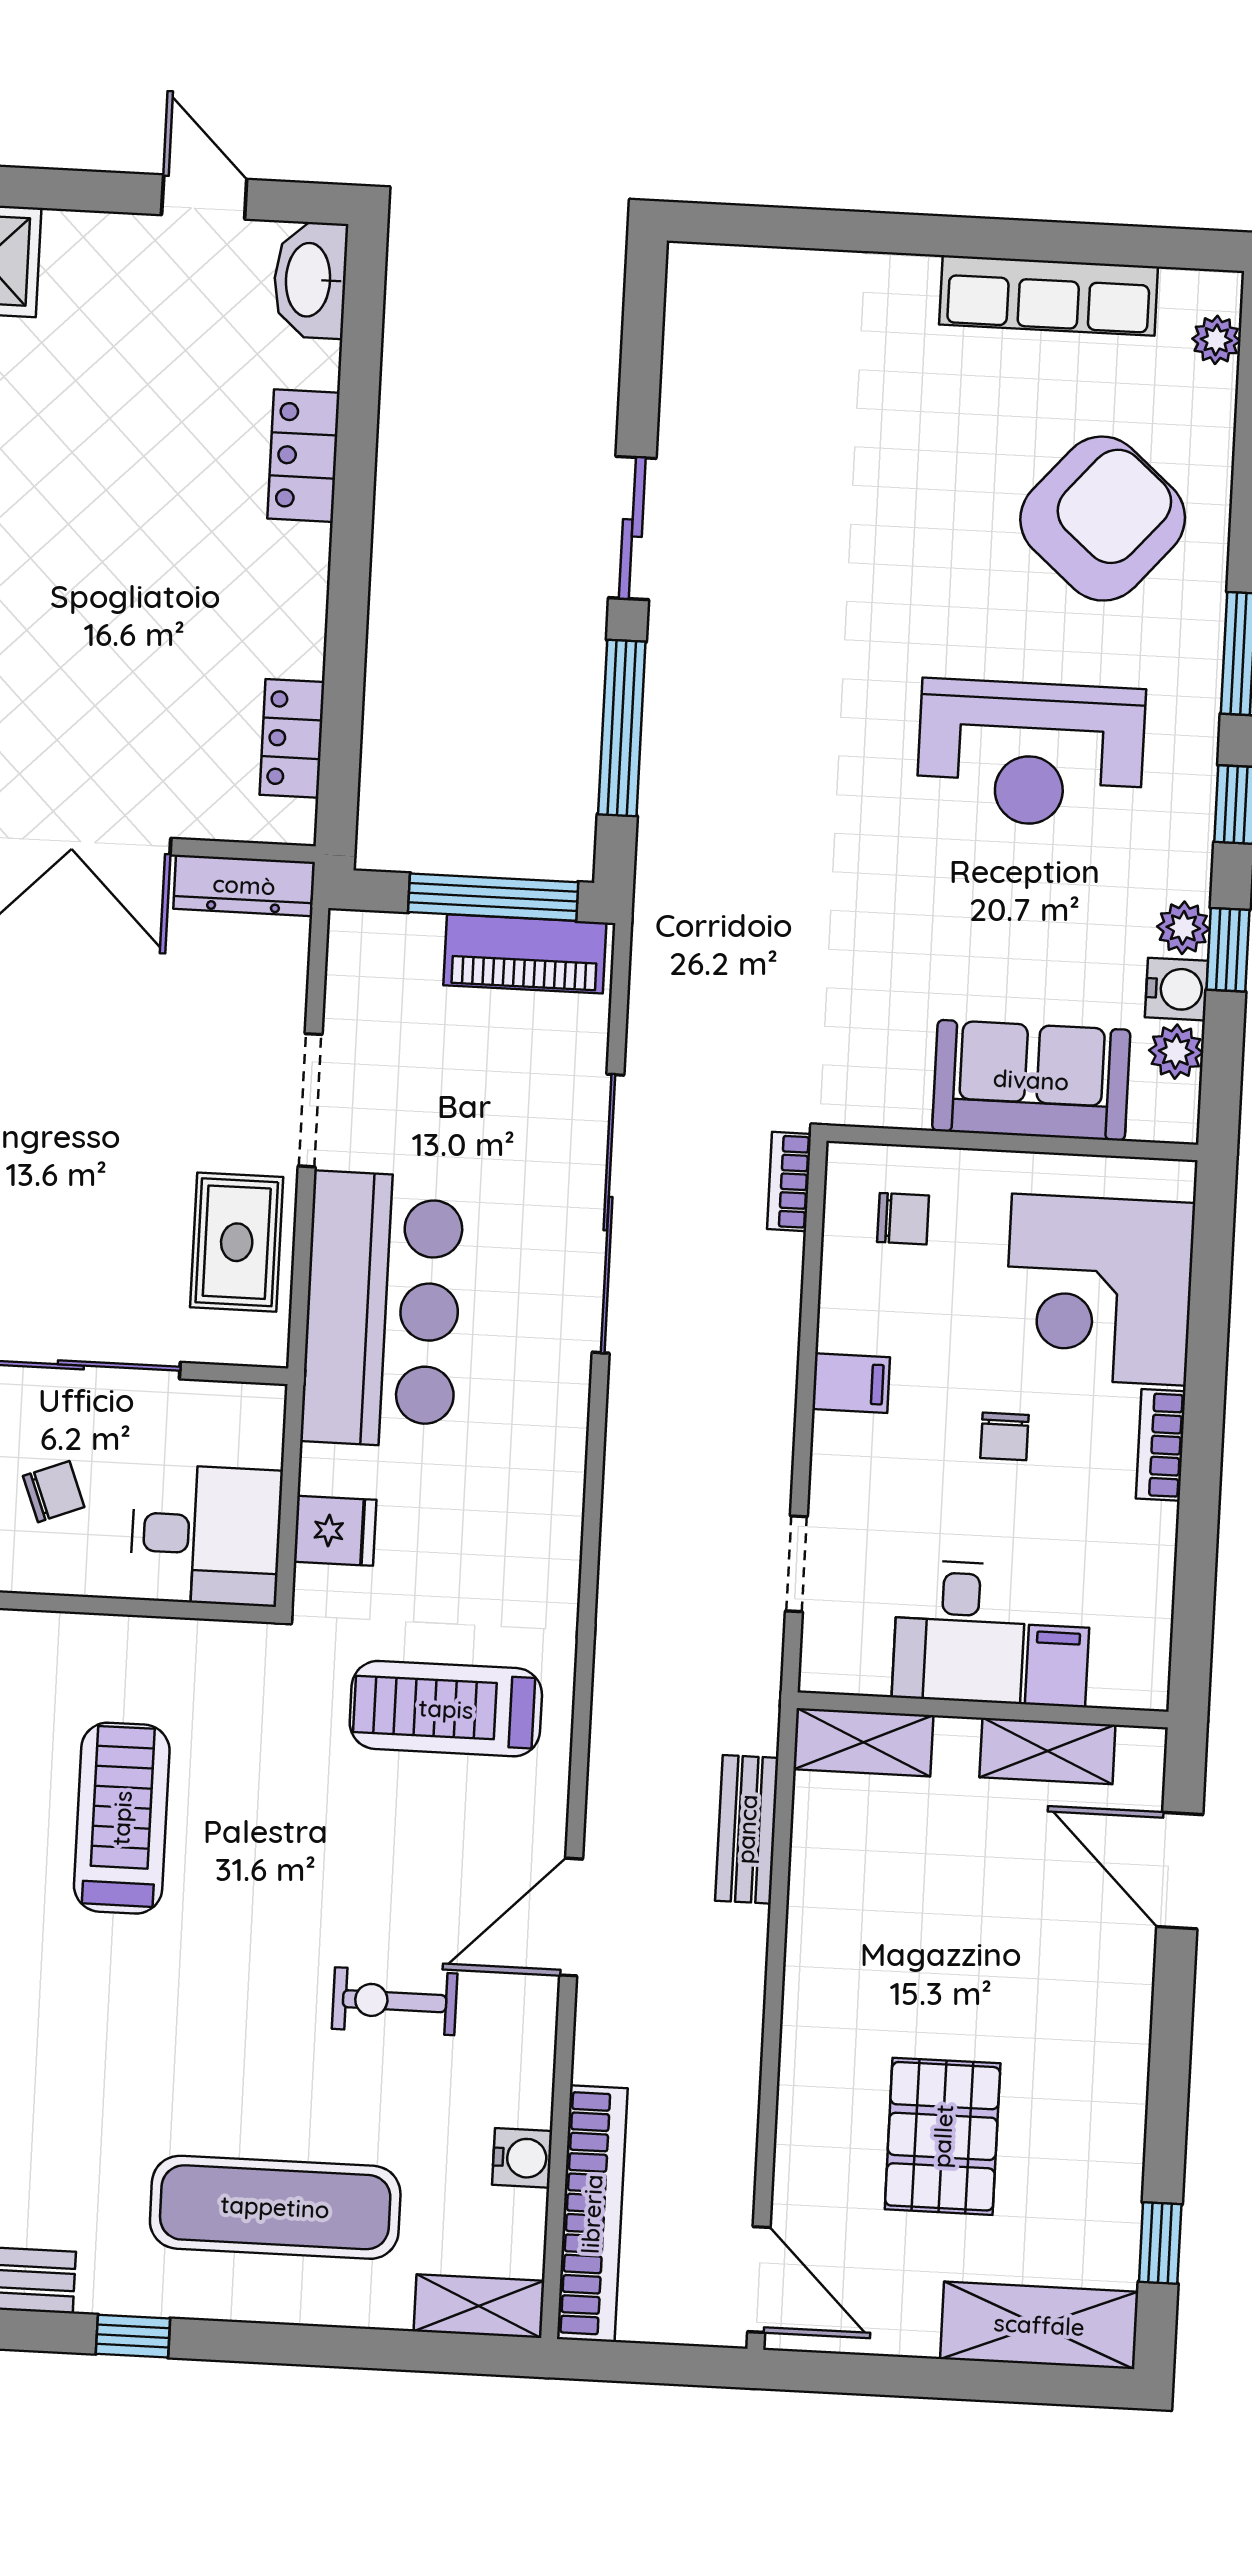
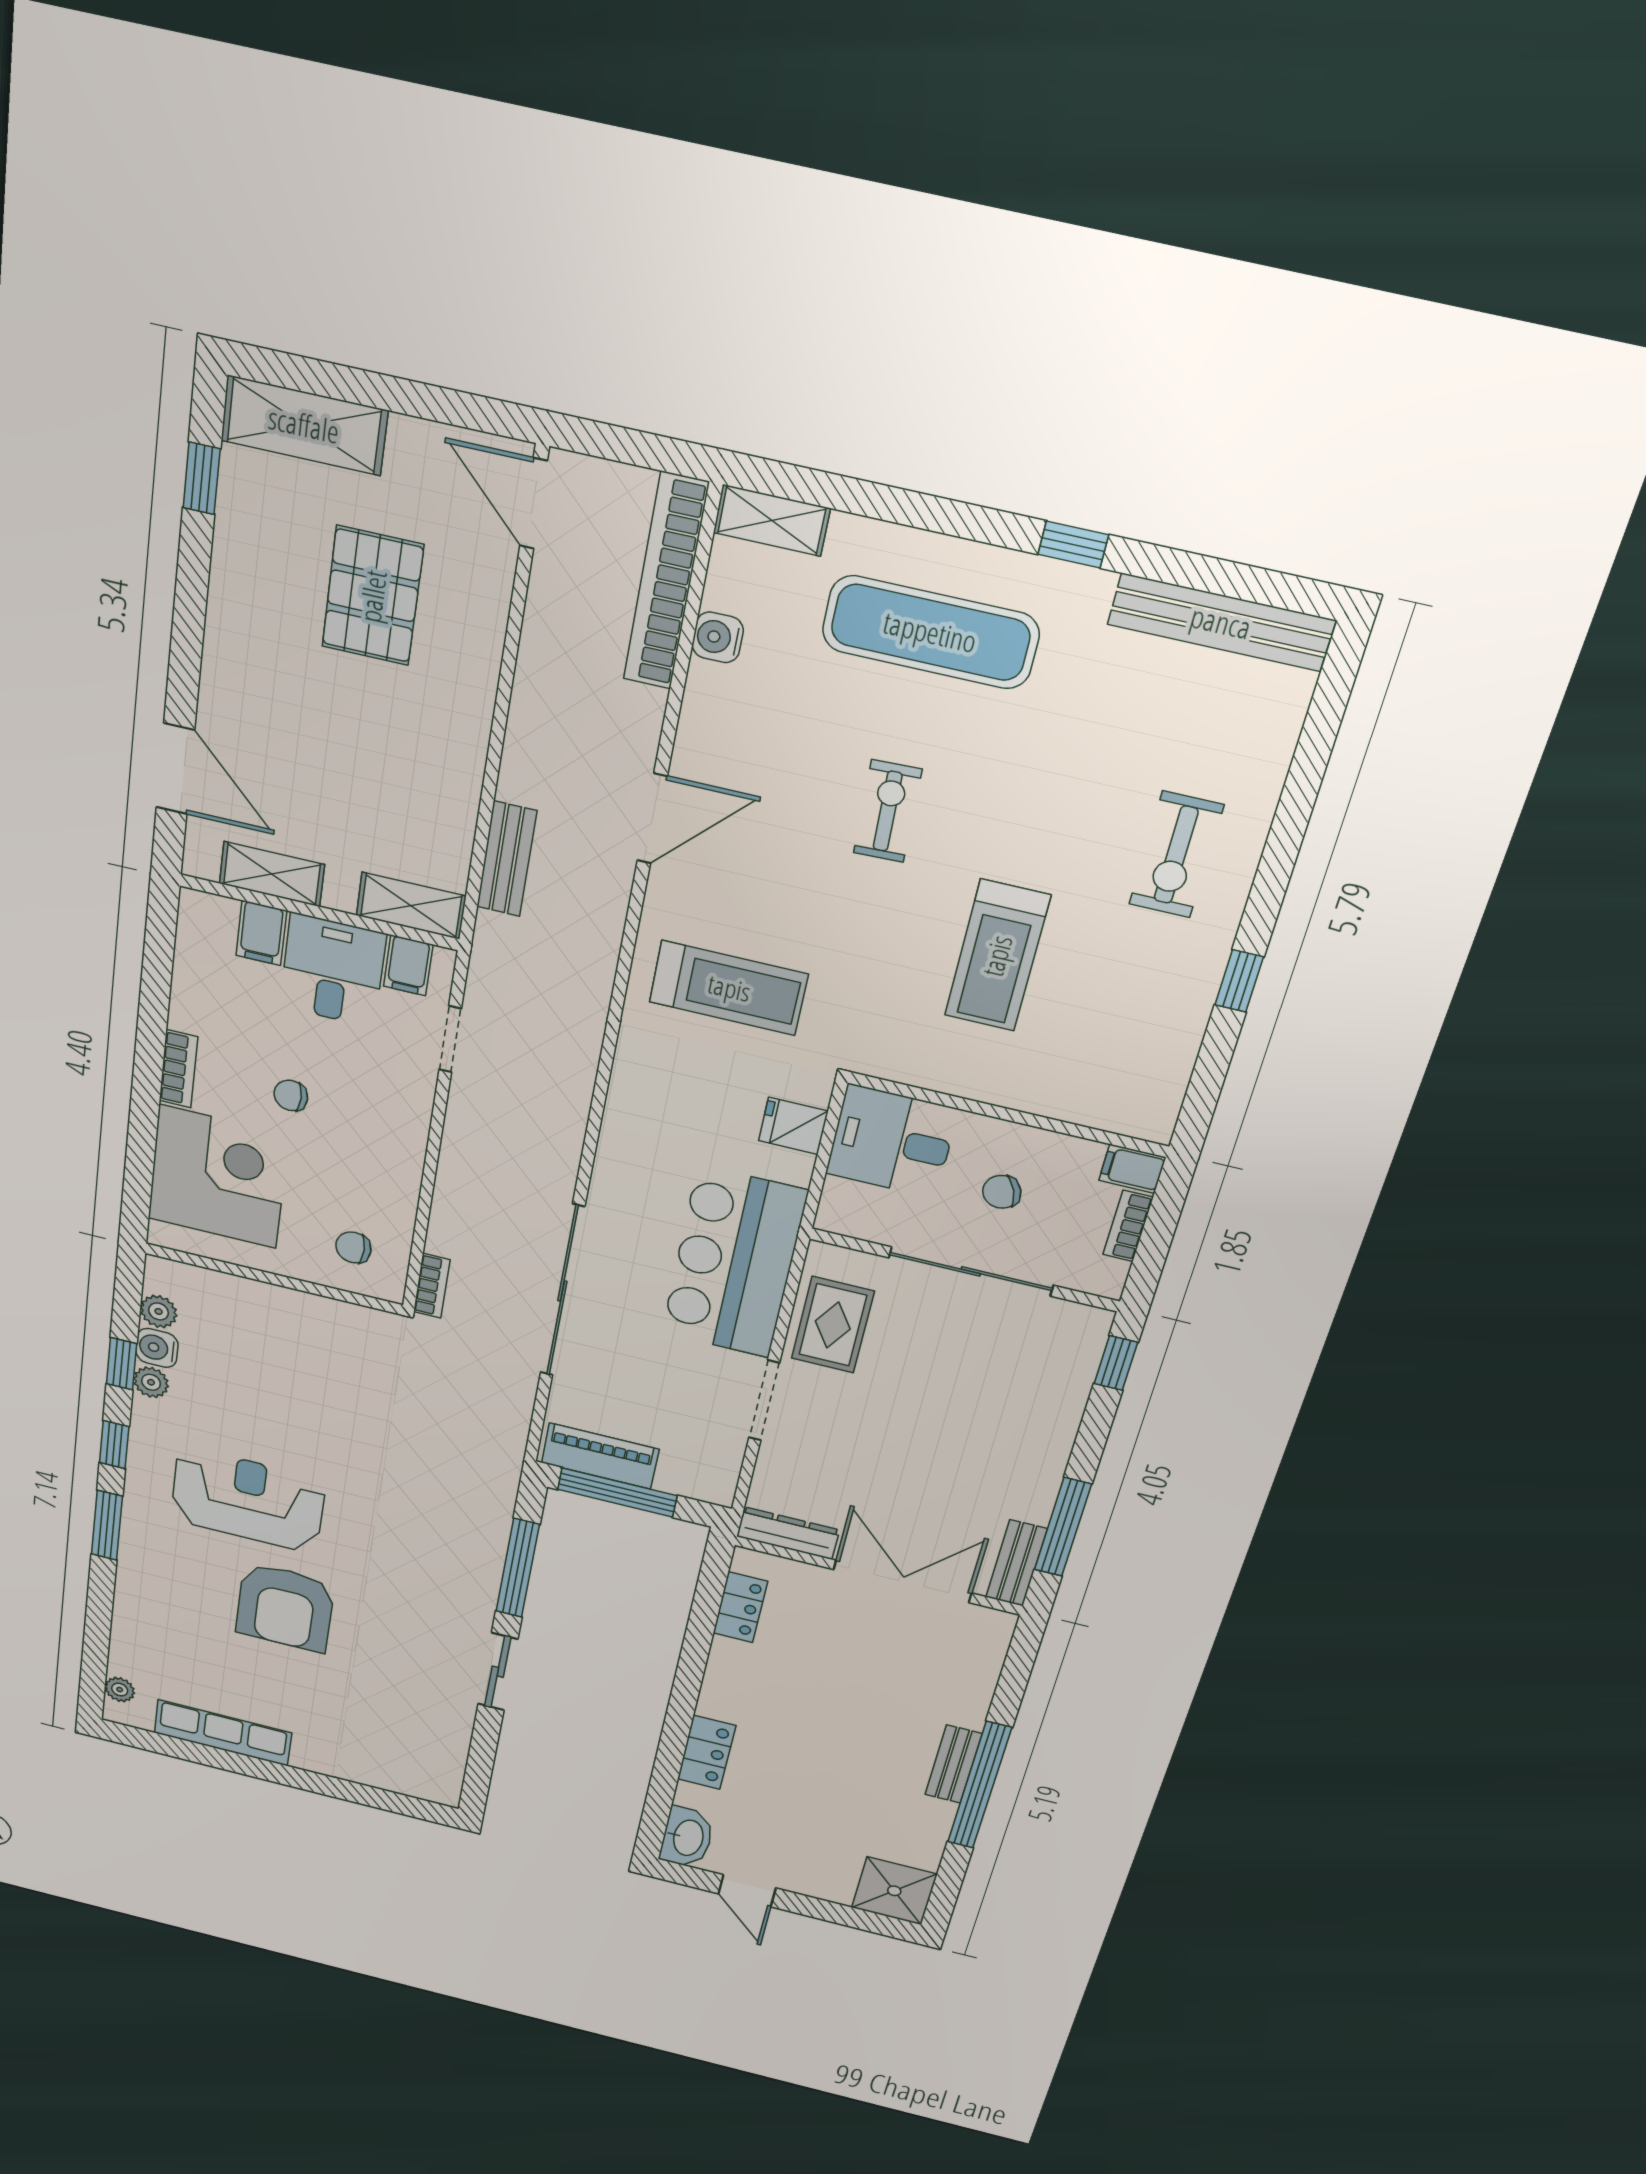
armchair: (1103, 519) -> (285, 1607), moved, turned -41
sofa: (1031, 1080) -> (258, 1314), removed
filing cabinet: (851, 1383) -> (408, 965), moved, turned -90
chair: (1004, 1436) -> (291, 1096), turned -90
exercise bike: (395, 2001) -> (888, 811), moved, turned -92

